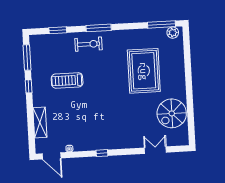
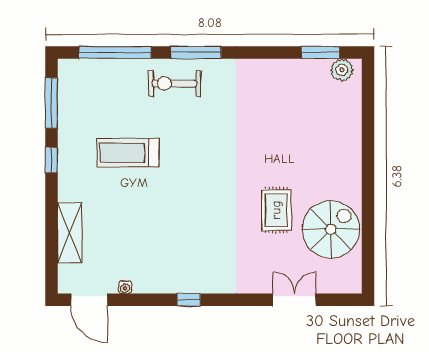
window: (161, 24) -> (320, 53), width x0.69
window: (58, 30) -> (115, 53), width x2.11
exercise bike: (88, 44) -> (174, 83), turned 180
rug: (144, 71) -> (276, 210), moved, width x0.54, depth x0.49
spiral stairs: (172, 113) -> (331, 229), turned 180

